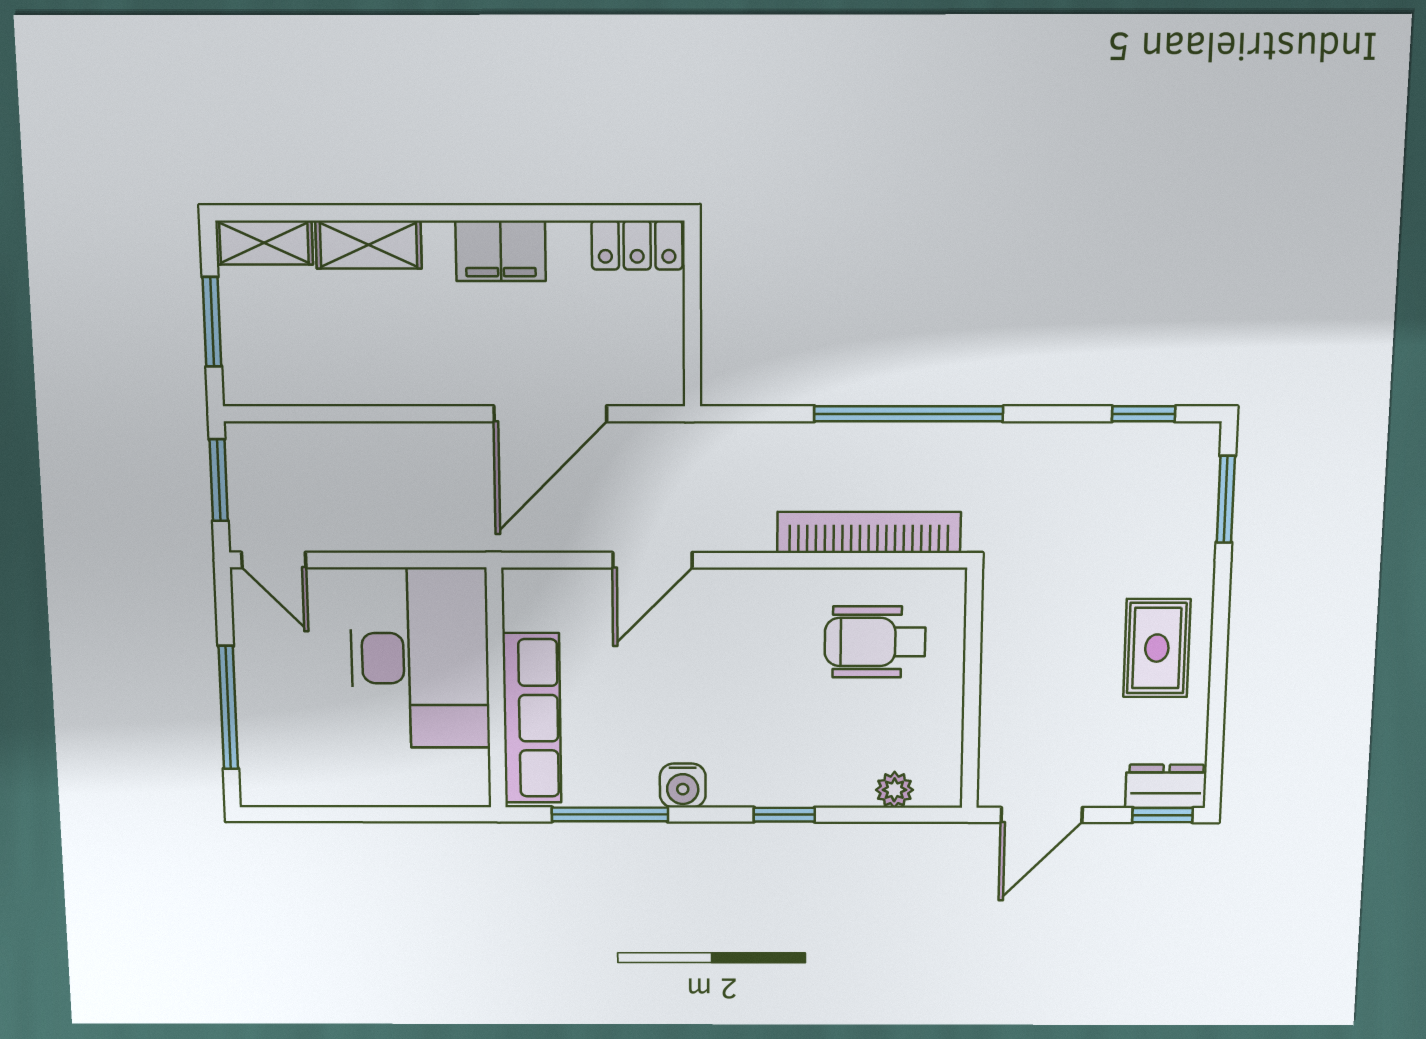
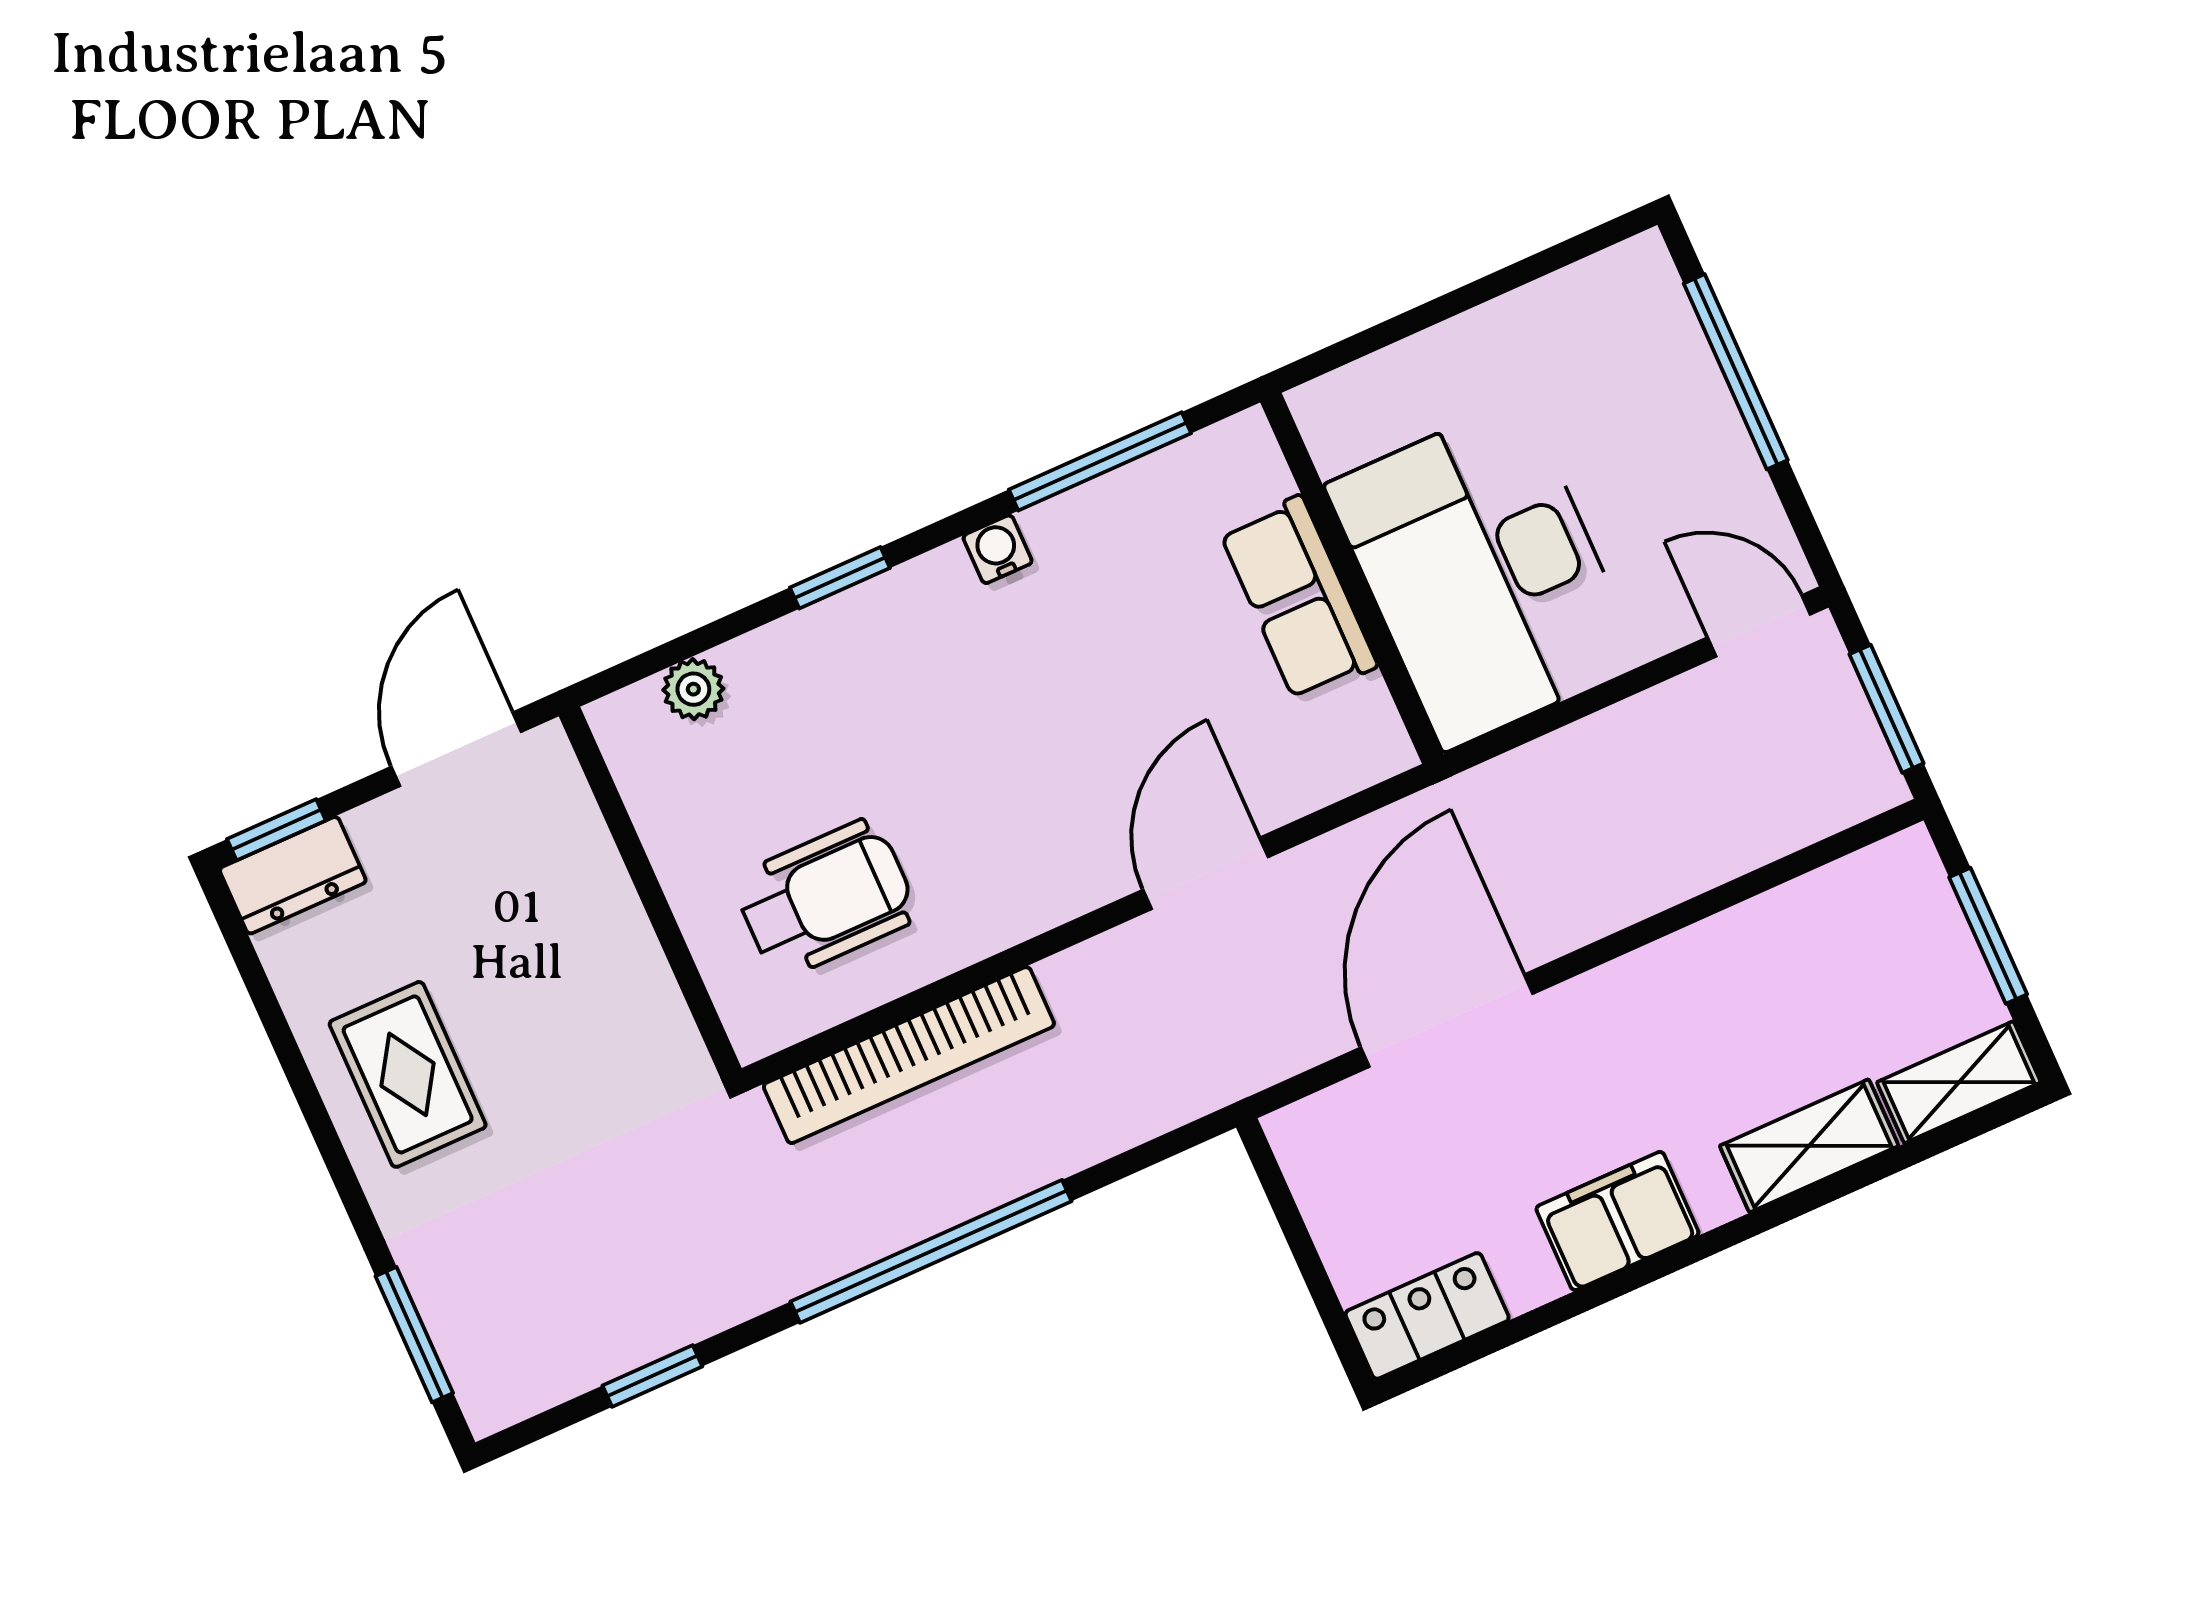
window: (1144, 414) -> (652, 1376), moved
row of seats: (532, 718) -> (1298, 599), width x0.68
water cooler: (683, 786) -> (998, 549), width x0.72, depth x0.72

